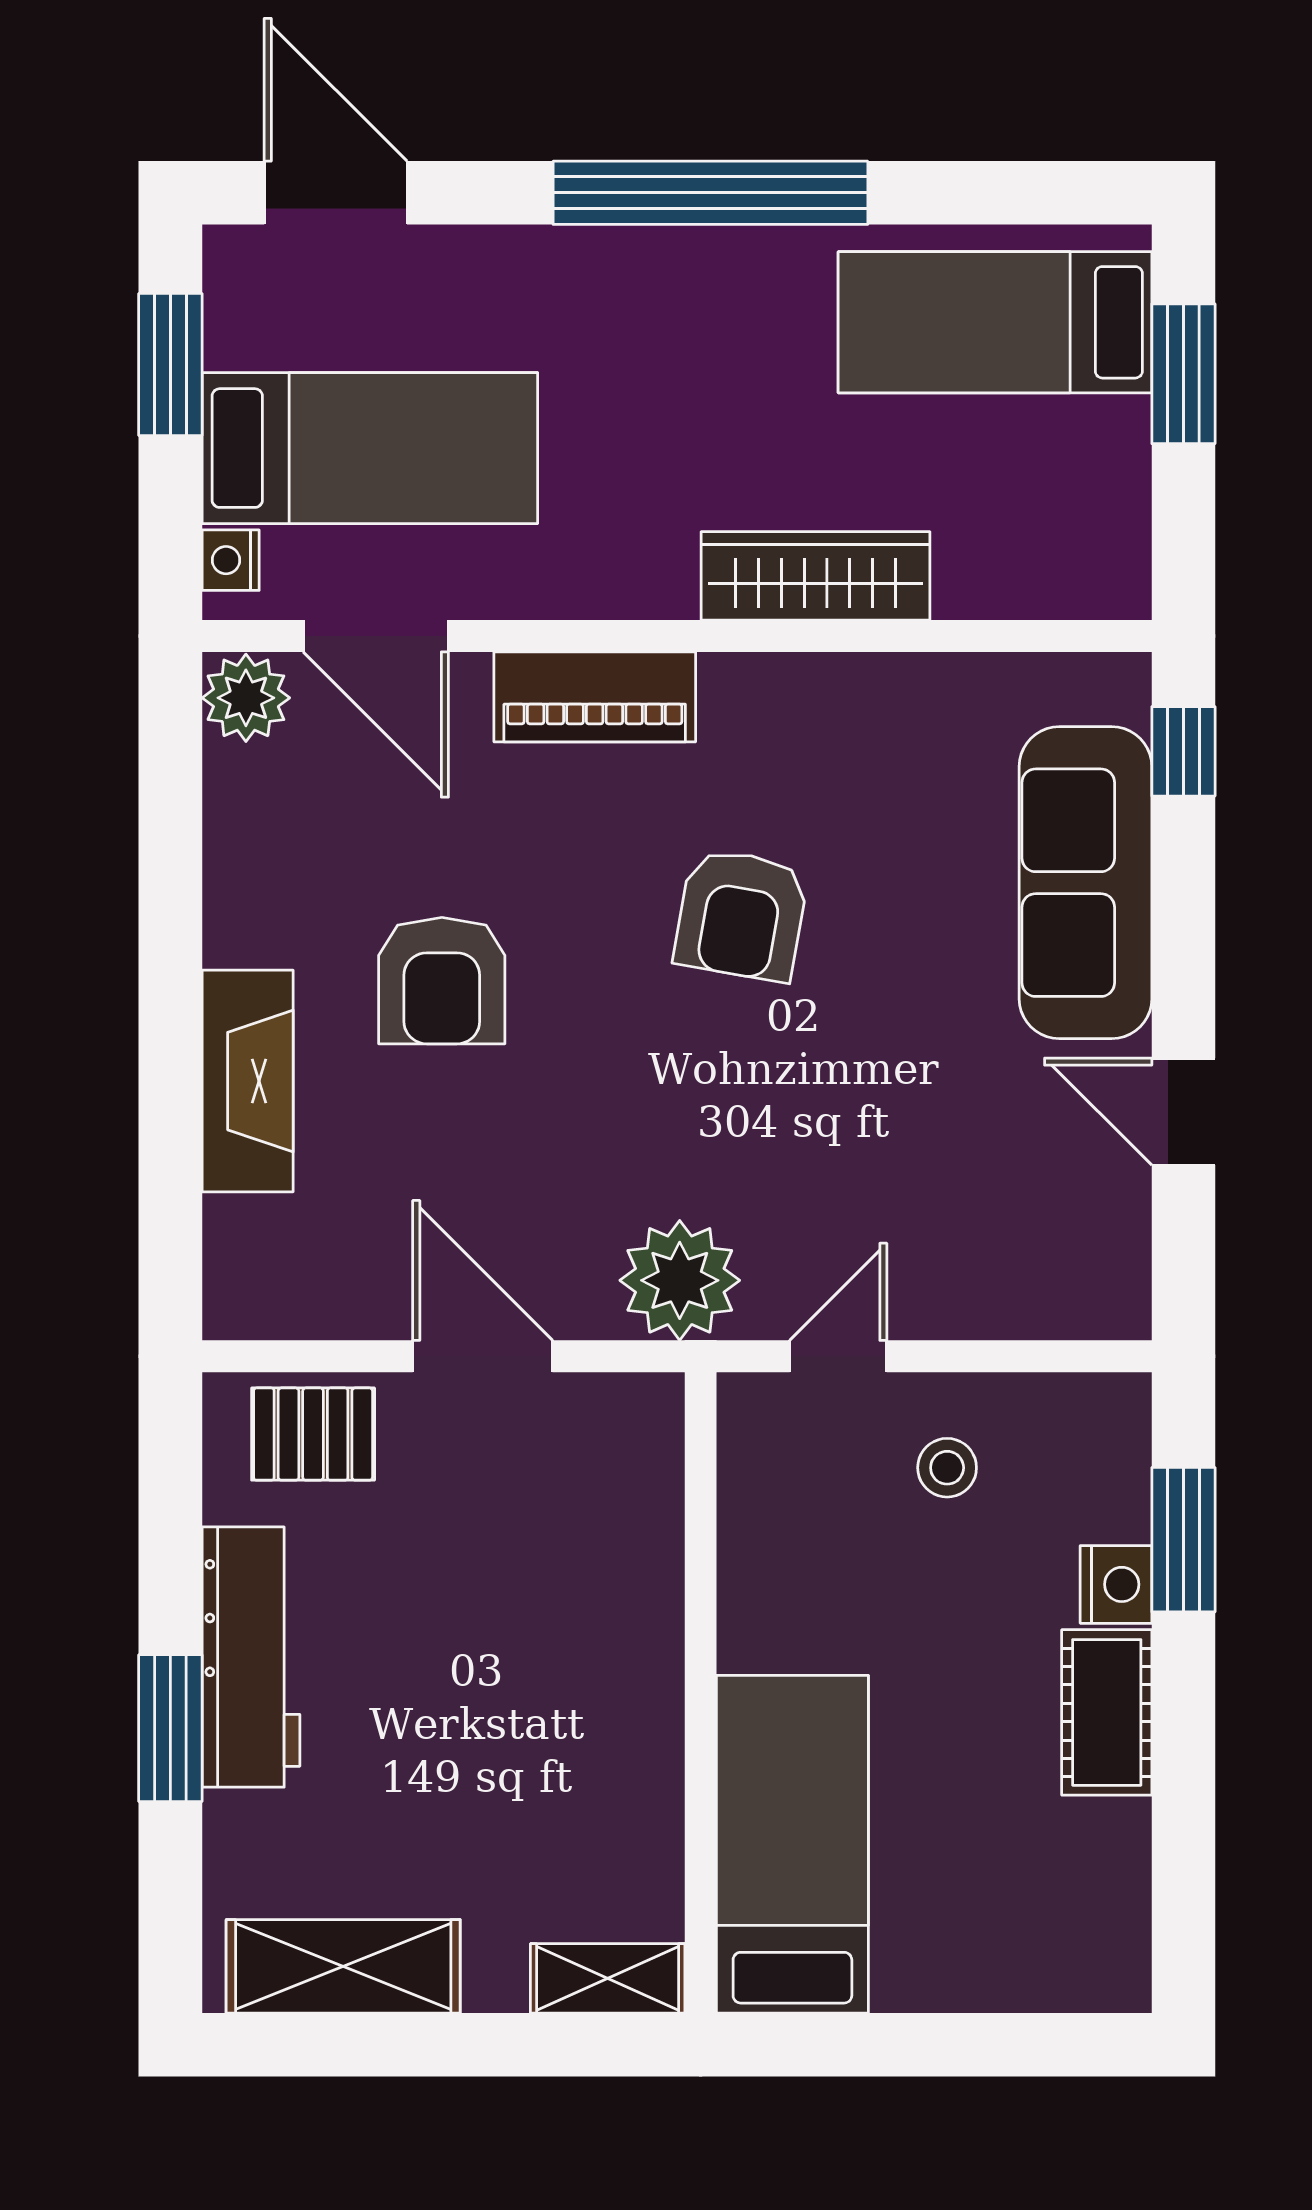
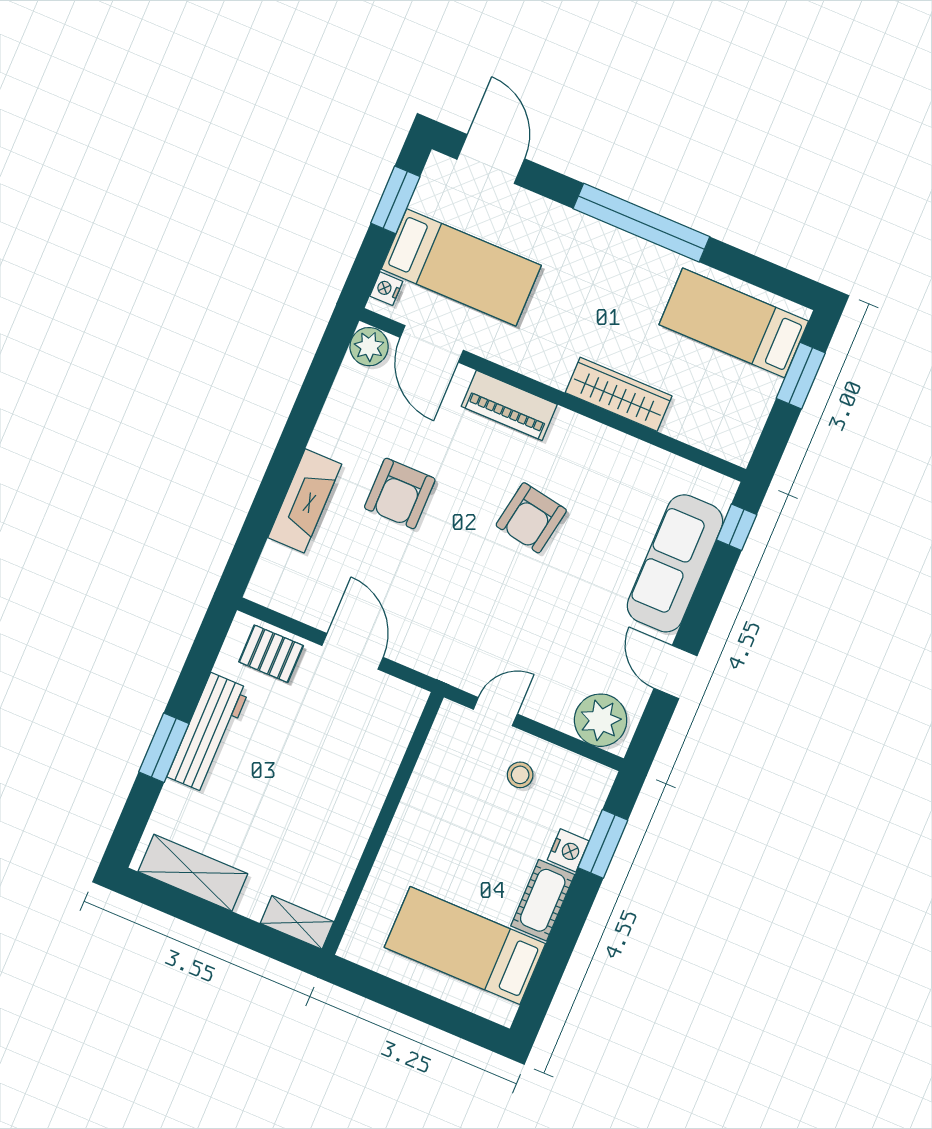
plant: (680, 1280) -> (601, 720), moved
bed: (792, 1844) -> (465, 946), moved, turned -90

